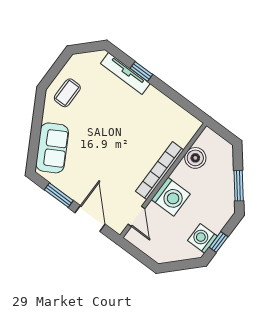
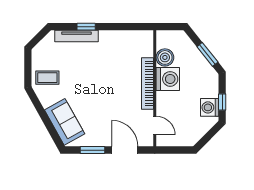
coffee table: (67, 93) -> (47, 78), turned 90
washing machine: (171, 197) -> (168, 79), moved

